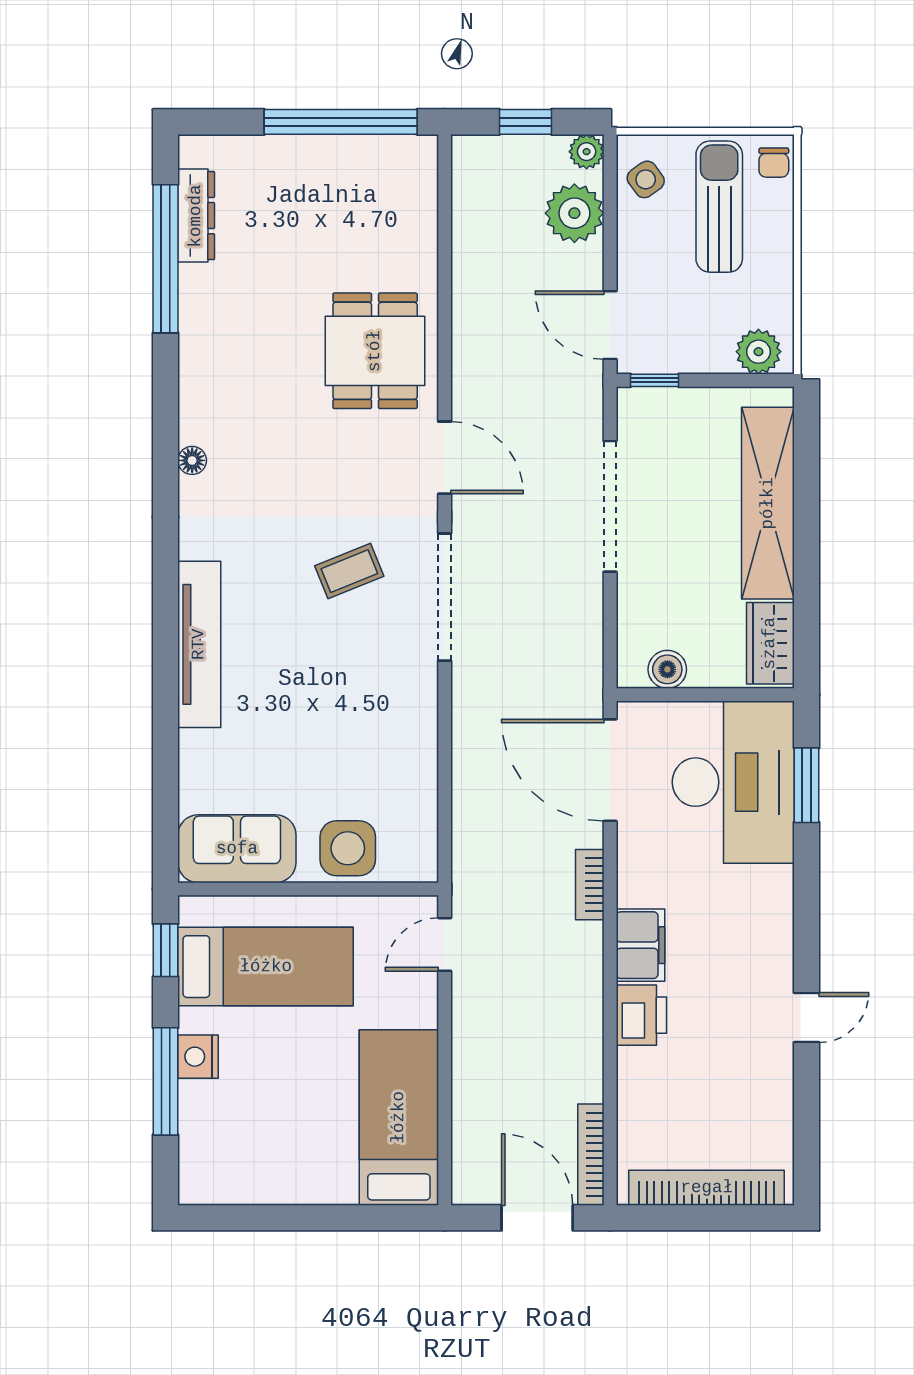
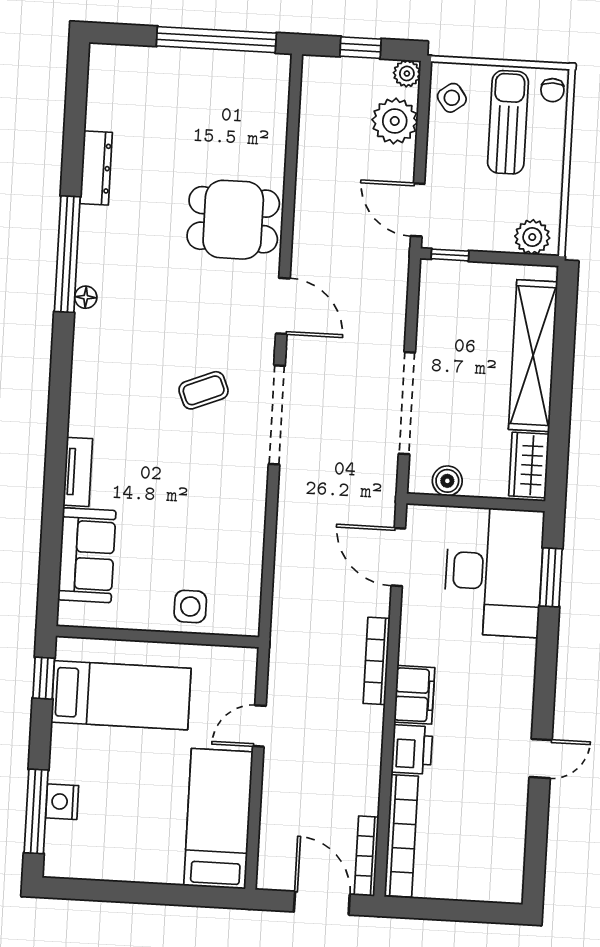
dresser: (196, 216) -> (96, 168), moved
window: (165, 259) -> (67, 254), moved
dining table: (375, 351) -> (233, 220), turned 90
doorway: (610, 506) -> (407, 403), moved
tv unit: (199, 644) -> (78, 472), width x0.52, depth x0.78
door: (610, 770) -> (398, 557), width x0.73
side table: (348, 848) -> (190, 606), width x0.73, depth x0.73
sofa: (237, 849) -> (87, 555), moved, turned 90
bookcase: (590, 885) -> (377, 661), width x1.56
door: (445, 944) -> (259, 726), moved
nightstand: (198, 1057) -> (62, 802), moved
window: (165, 1081) -> (36, 811), moved
bookcase: (707, 1188) -> (401, 836), moved, turned 90

